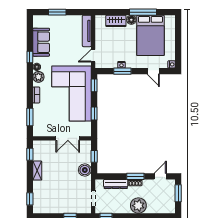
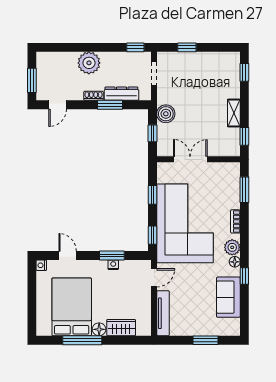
window: (135, 176) -> (110, 105), moved

